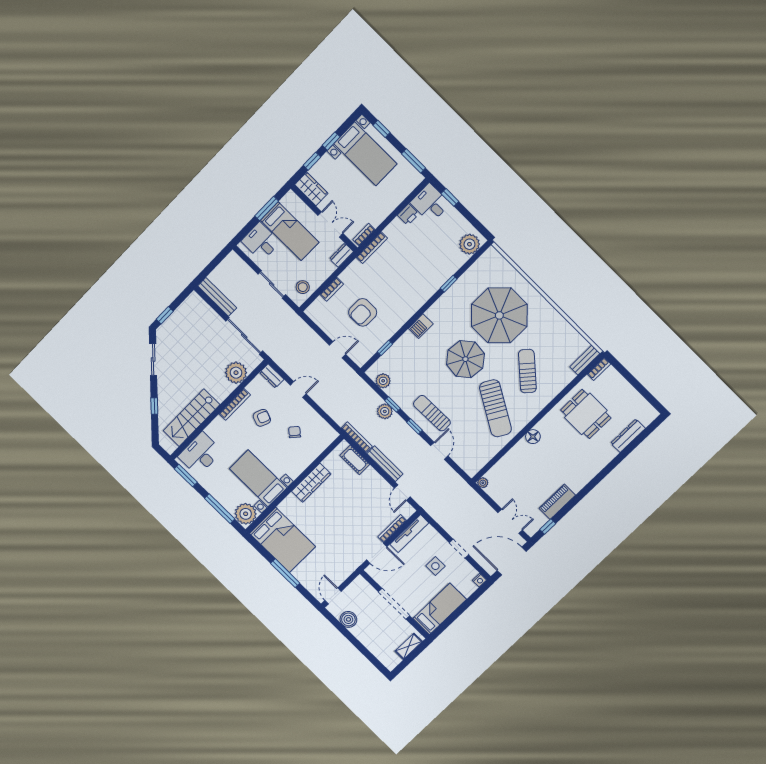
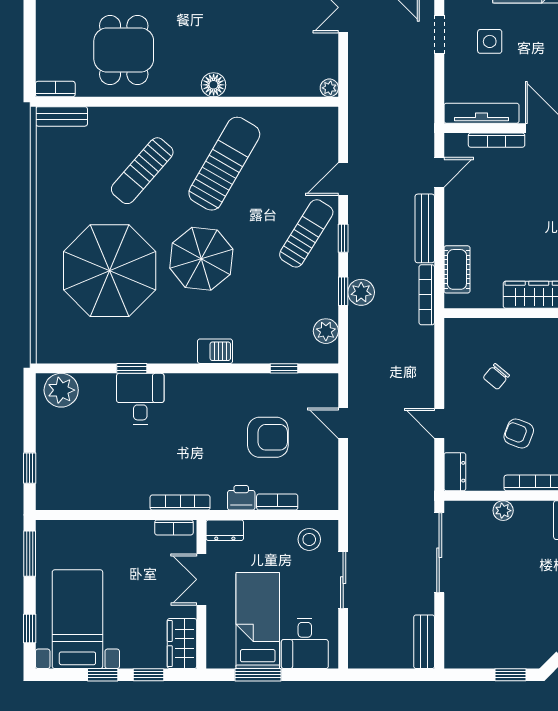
desk: (430, 203) -> (140, 399), moved, turned 180
printer: (408, 215) -> (241, 498), moved
bench: (217, 297) -> (424, 642), width x0.73
plant: (236, 373) -> (503, 511), width x0.53, depth x0.53
sun lounger: (432, 413) -> (306, 233), turned -147

